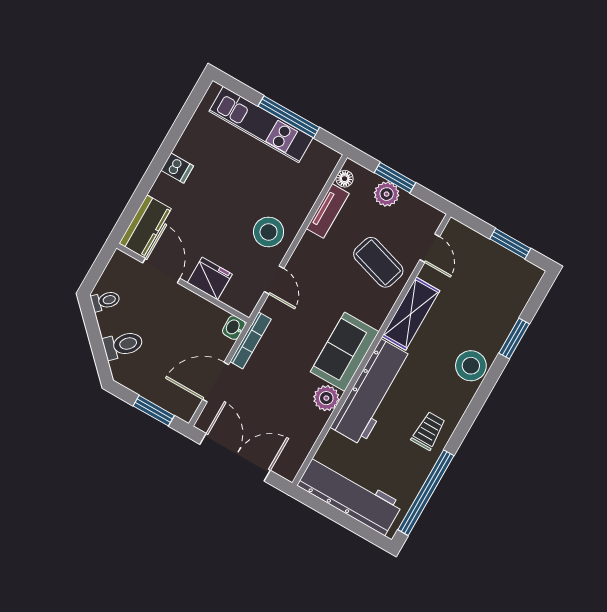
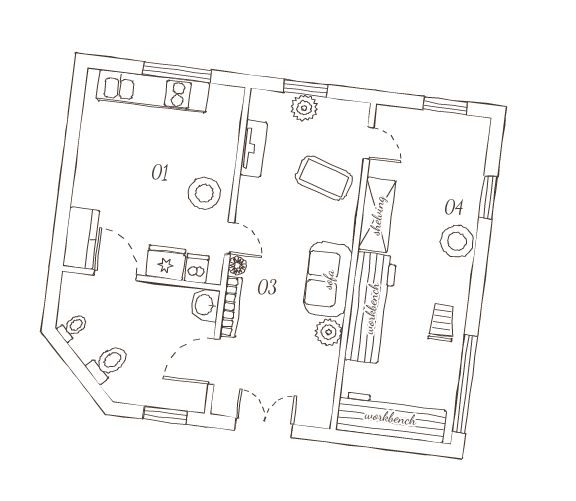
dishwasher: (177, 168) -> (197, 269), moved, turned -90
floor lamp: (345, 179) -> (237, 266), moved
washbasin: (234, 328) -> (205, 305), width x1.38, depth x1.45
double door: (235, 457) -> (264, 427), width x0.73

